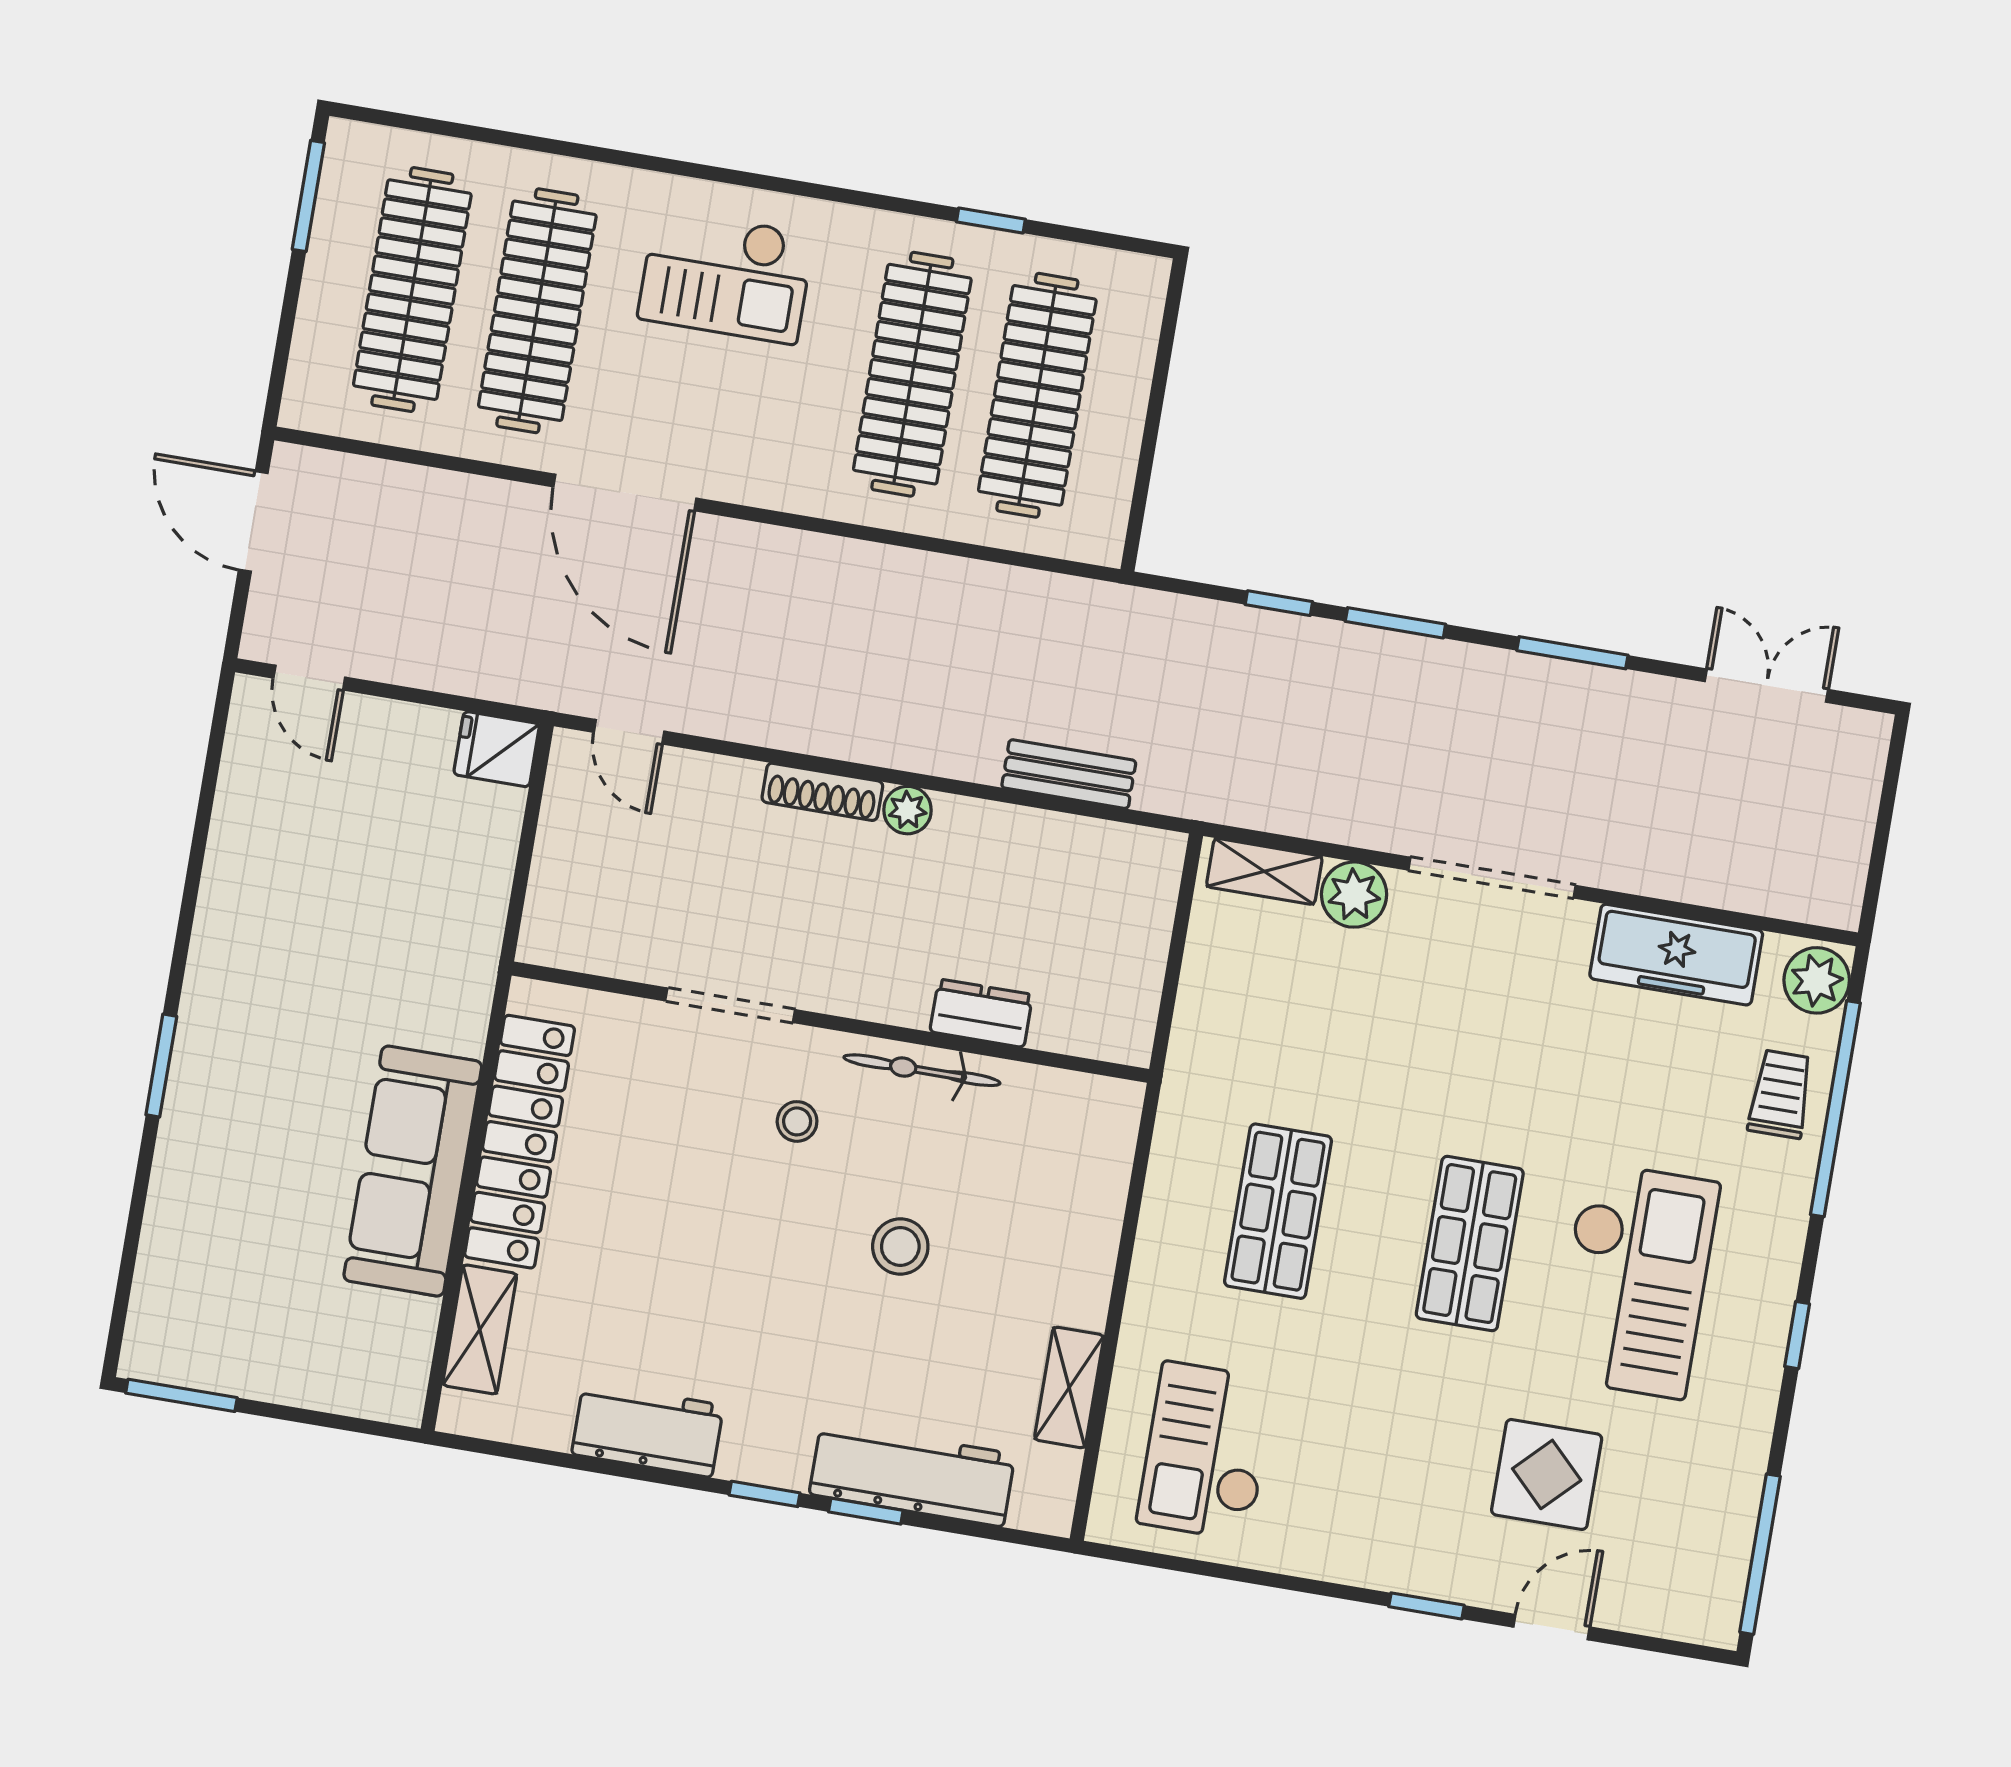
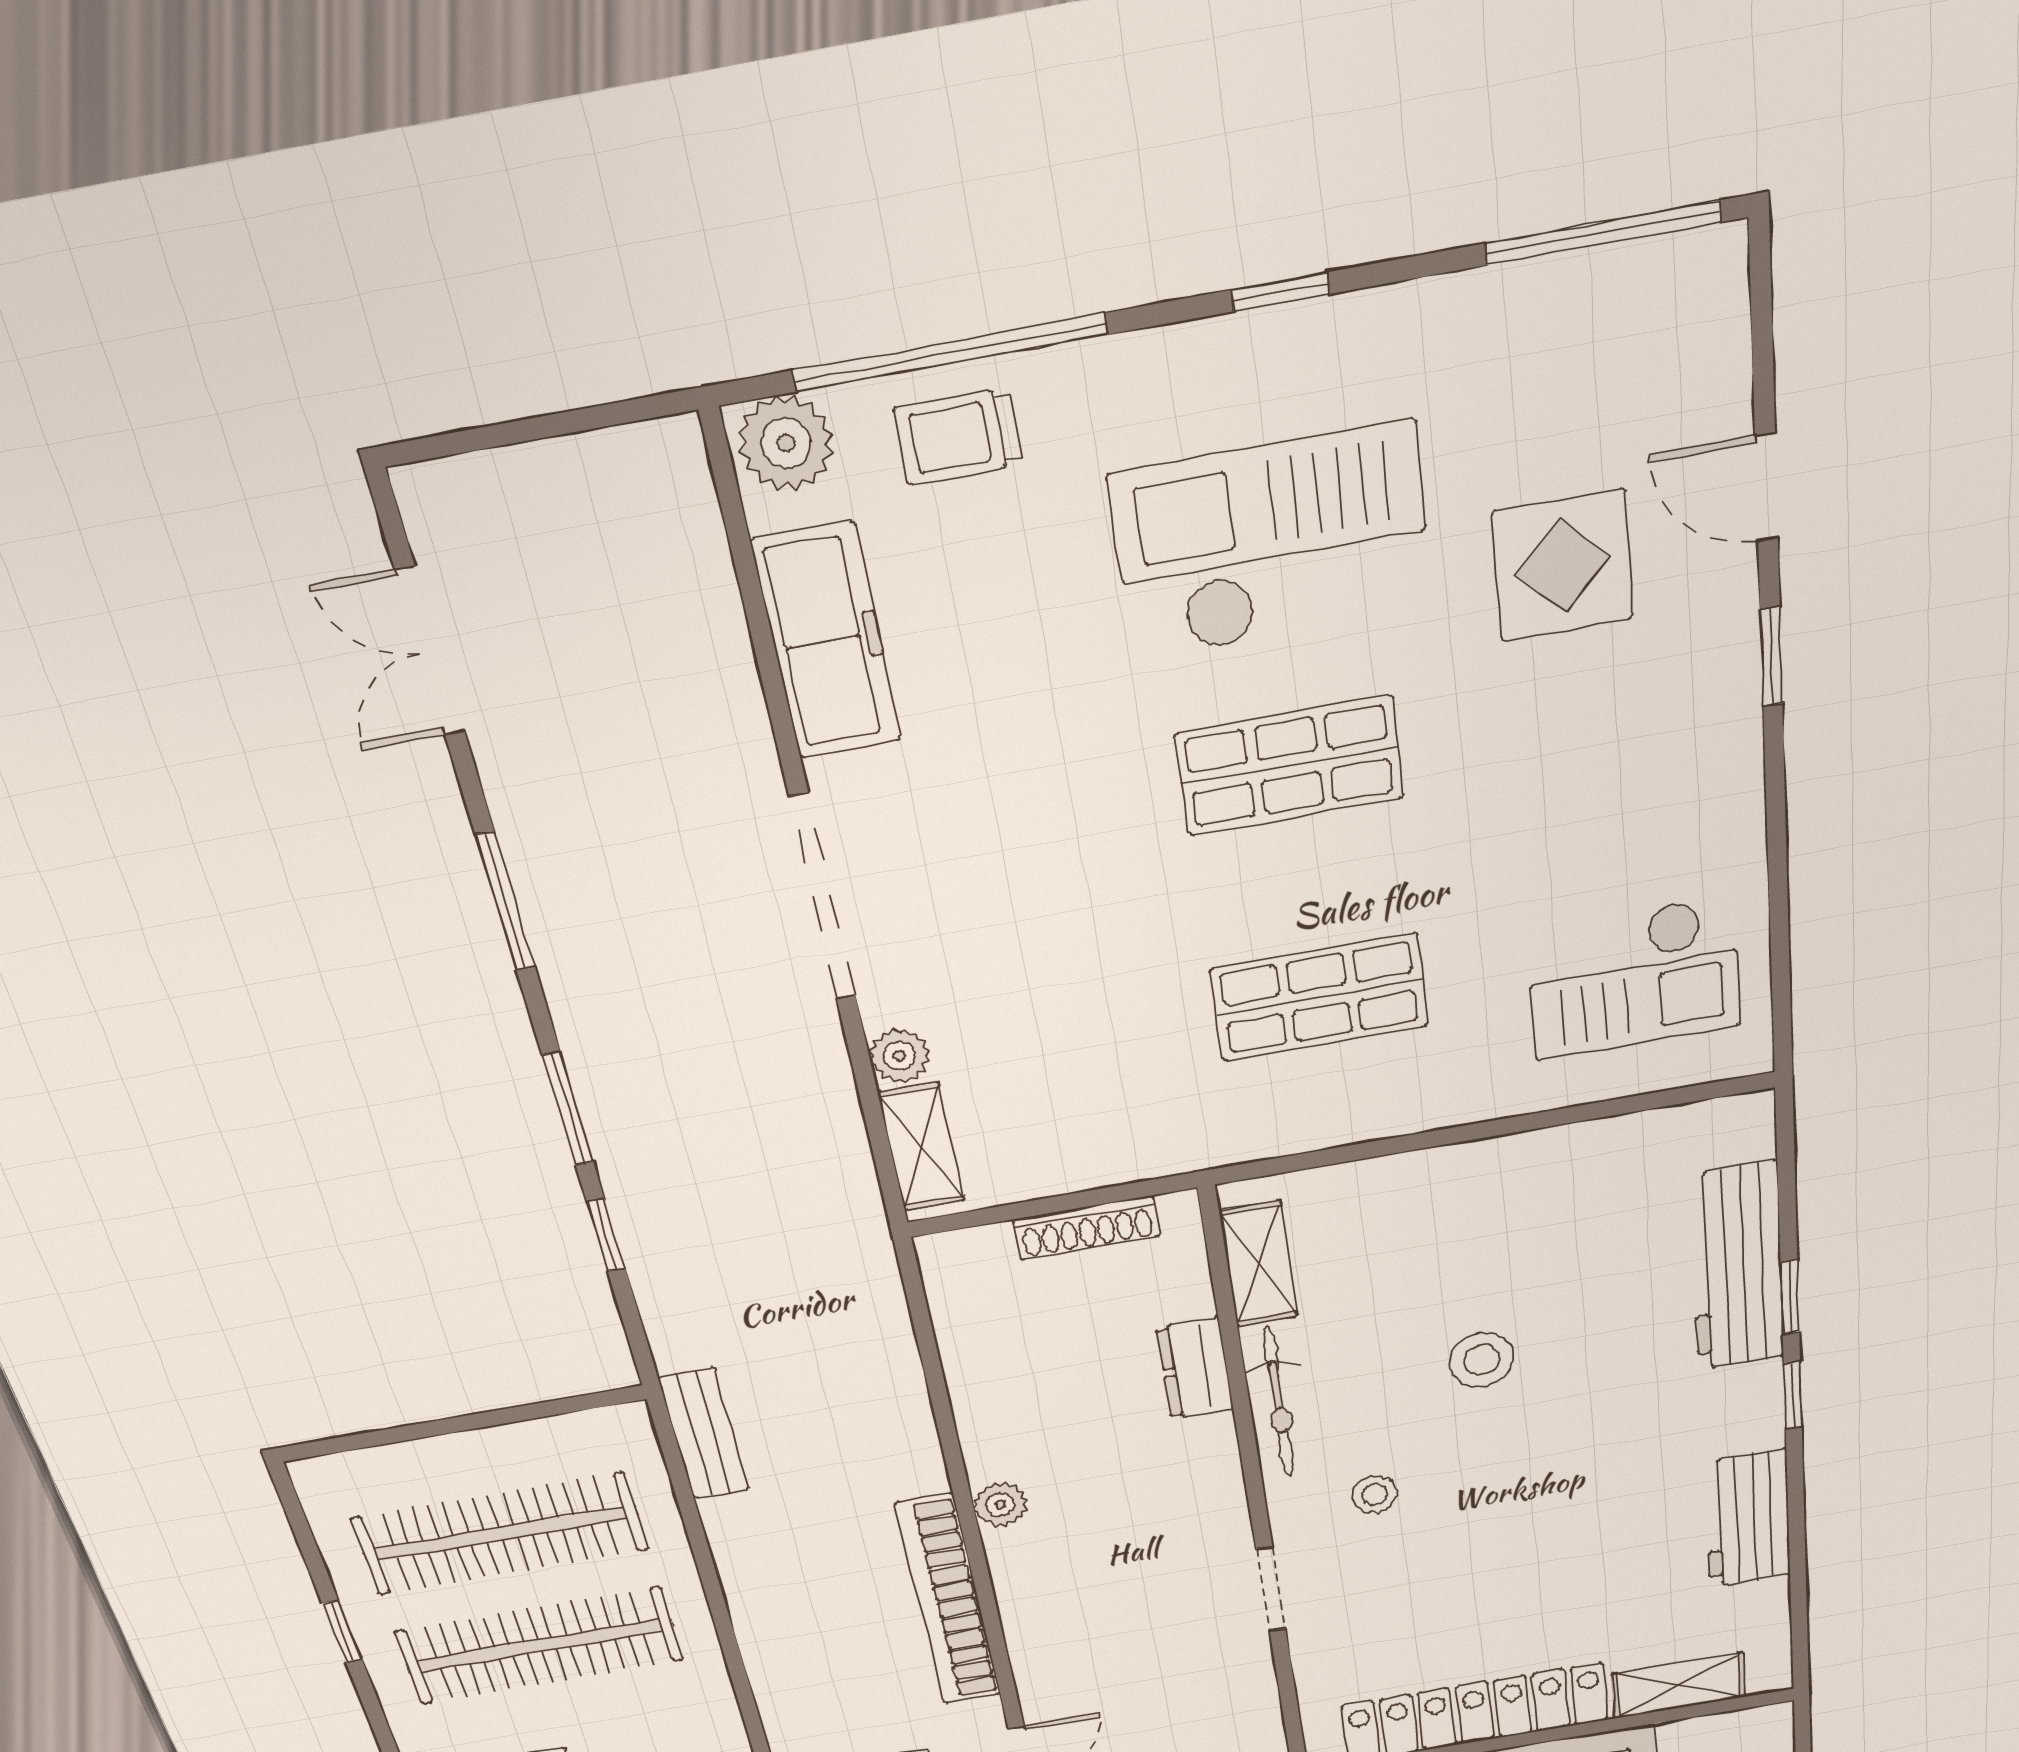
bookcase: (825, 731) -> (949, 1600), added
bench: (1069, 774) -> (704, 1434), moved
shoe rack: (822, 792) -> (1087, 1228), moved, turned 90
plant: (1354, 895) -> (900, 1056), width x0.73, depth x0.73
doorway: (730, 1005) -> (1271, 1589), width x0.73
shelving: (1069, 1387) -> (1259, 1264), moved, turned 90

